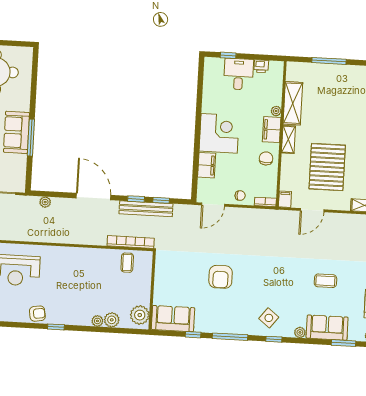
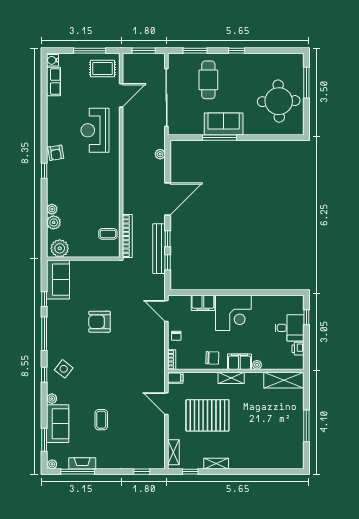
window: (329, 61) -> (306, 426), moved
shelving: (293, 103) -> (284, 380), moved

